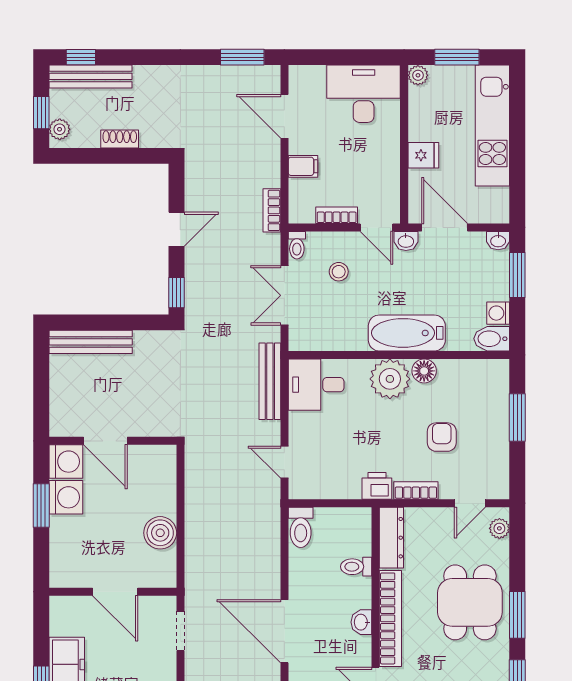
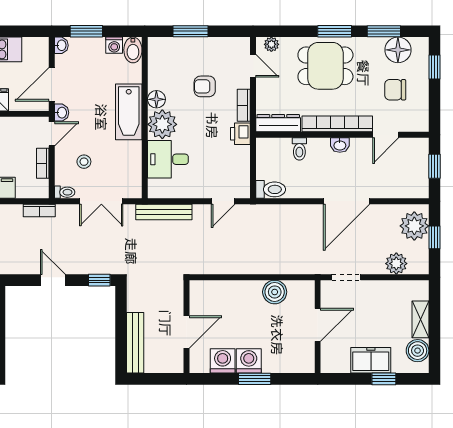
desk: (316, 385) -> (168, 159), moved, turned 90
door: (105, 441) -> (187, 332), moved
wall: (113, 441) -> (187, 327), moved

